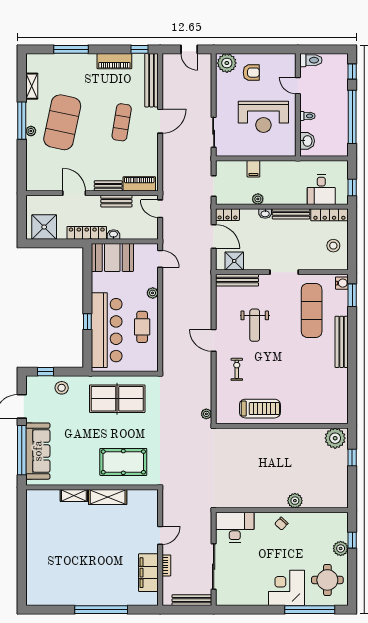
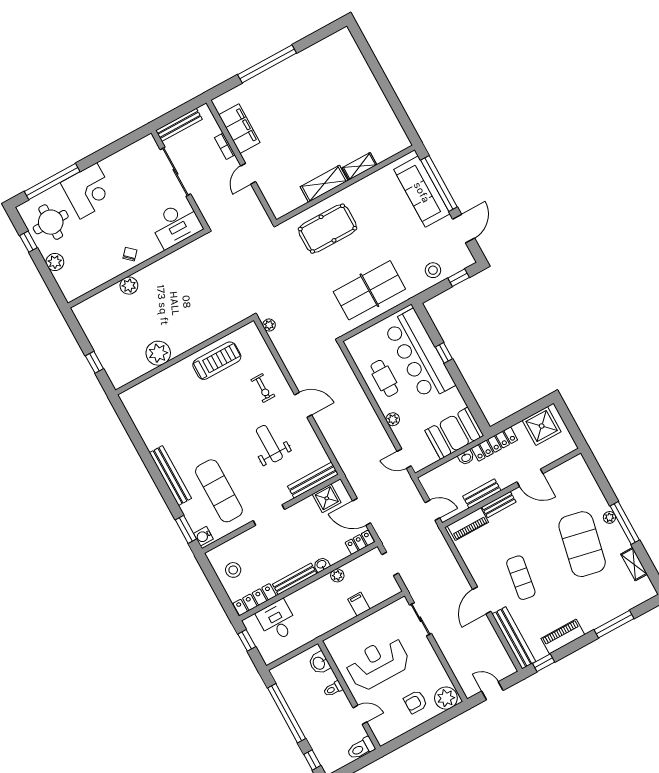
treadmill: (260, 409) -> (217, 361), turned 180
plant: (335, 438) -> (158, 353), moved
window: (352, 540) -> (28, 242), moved

